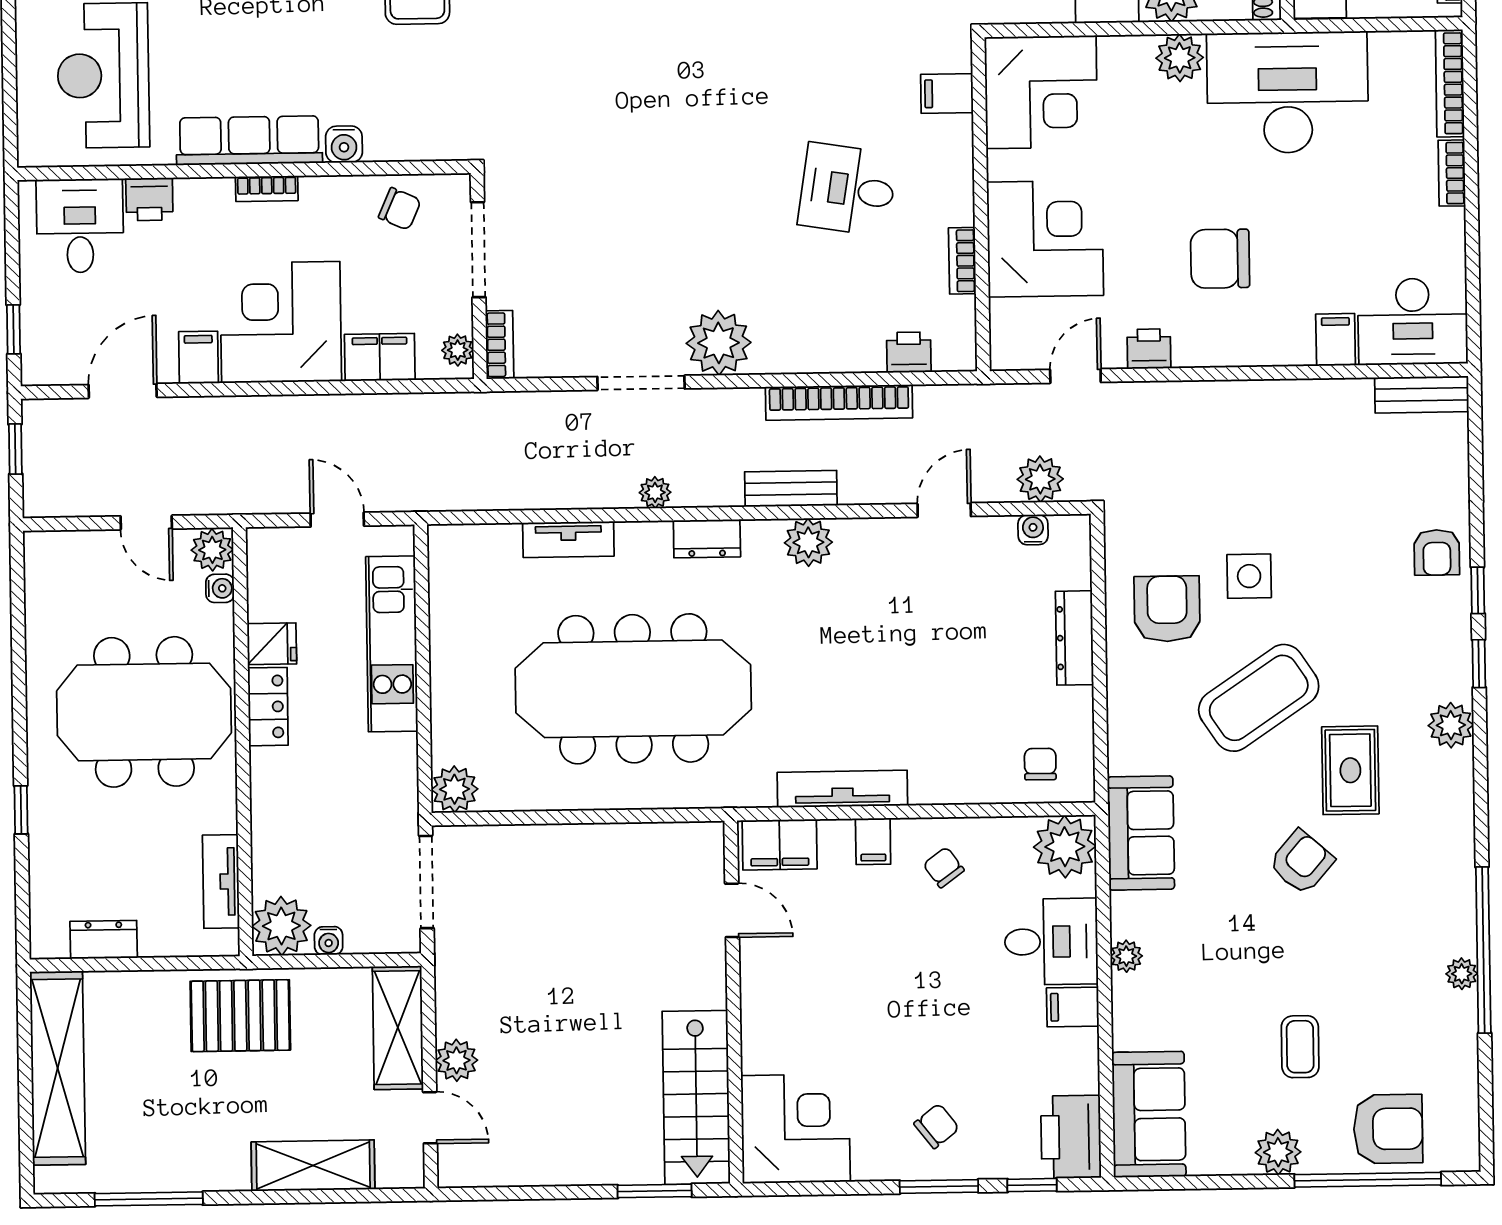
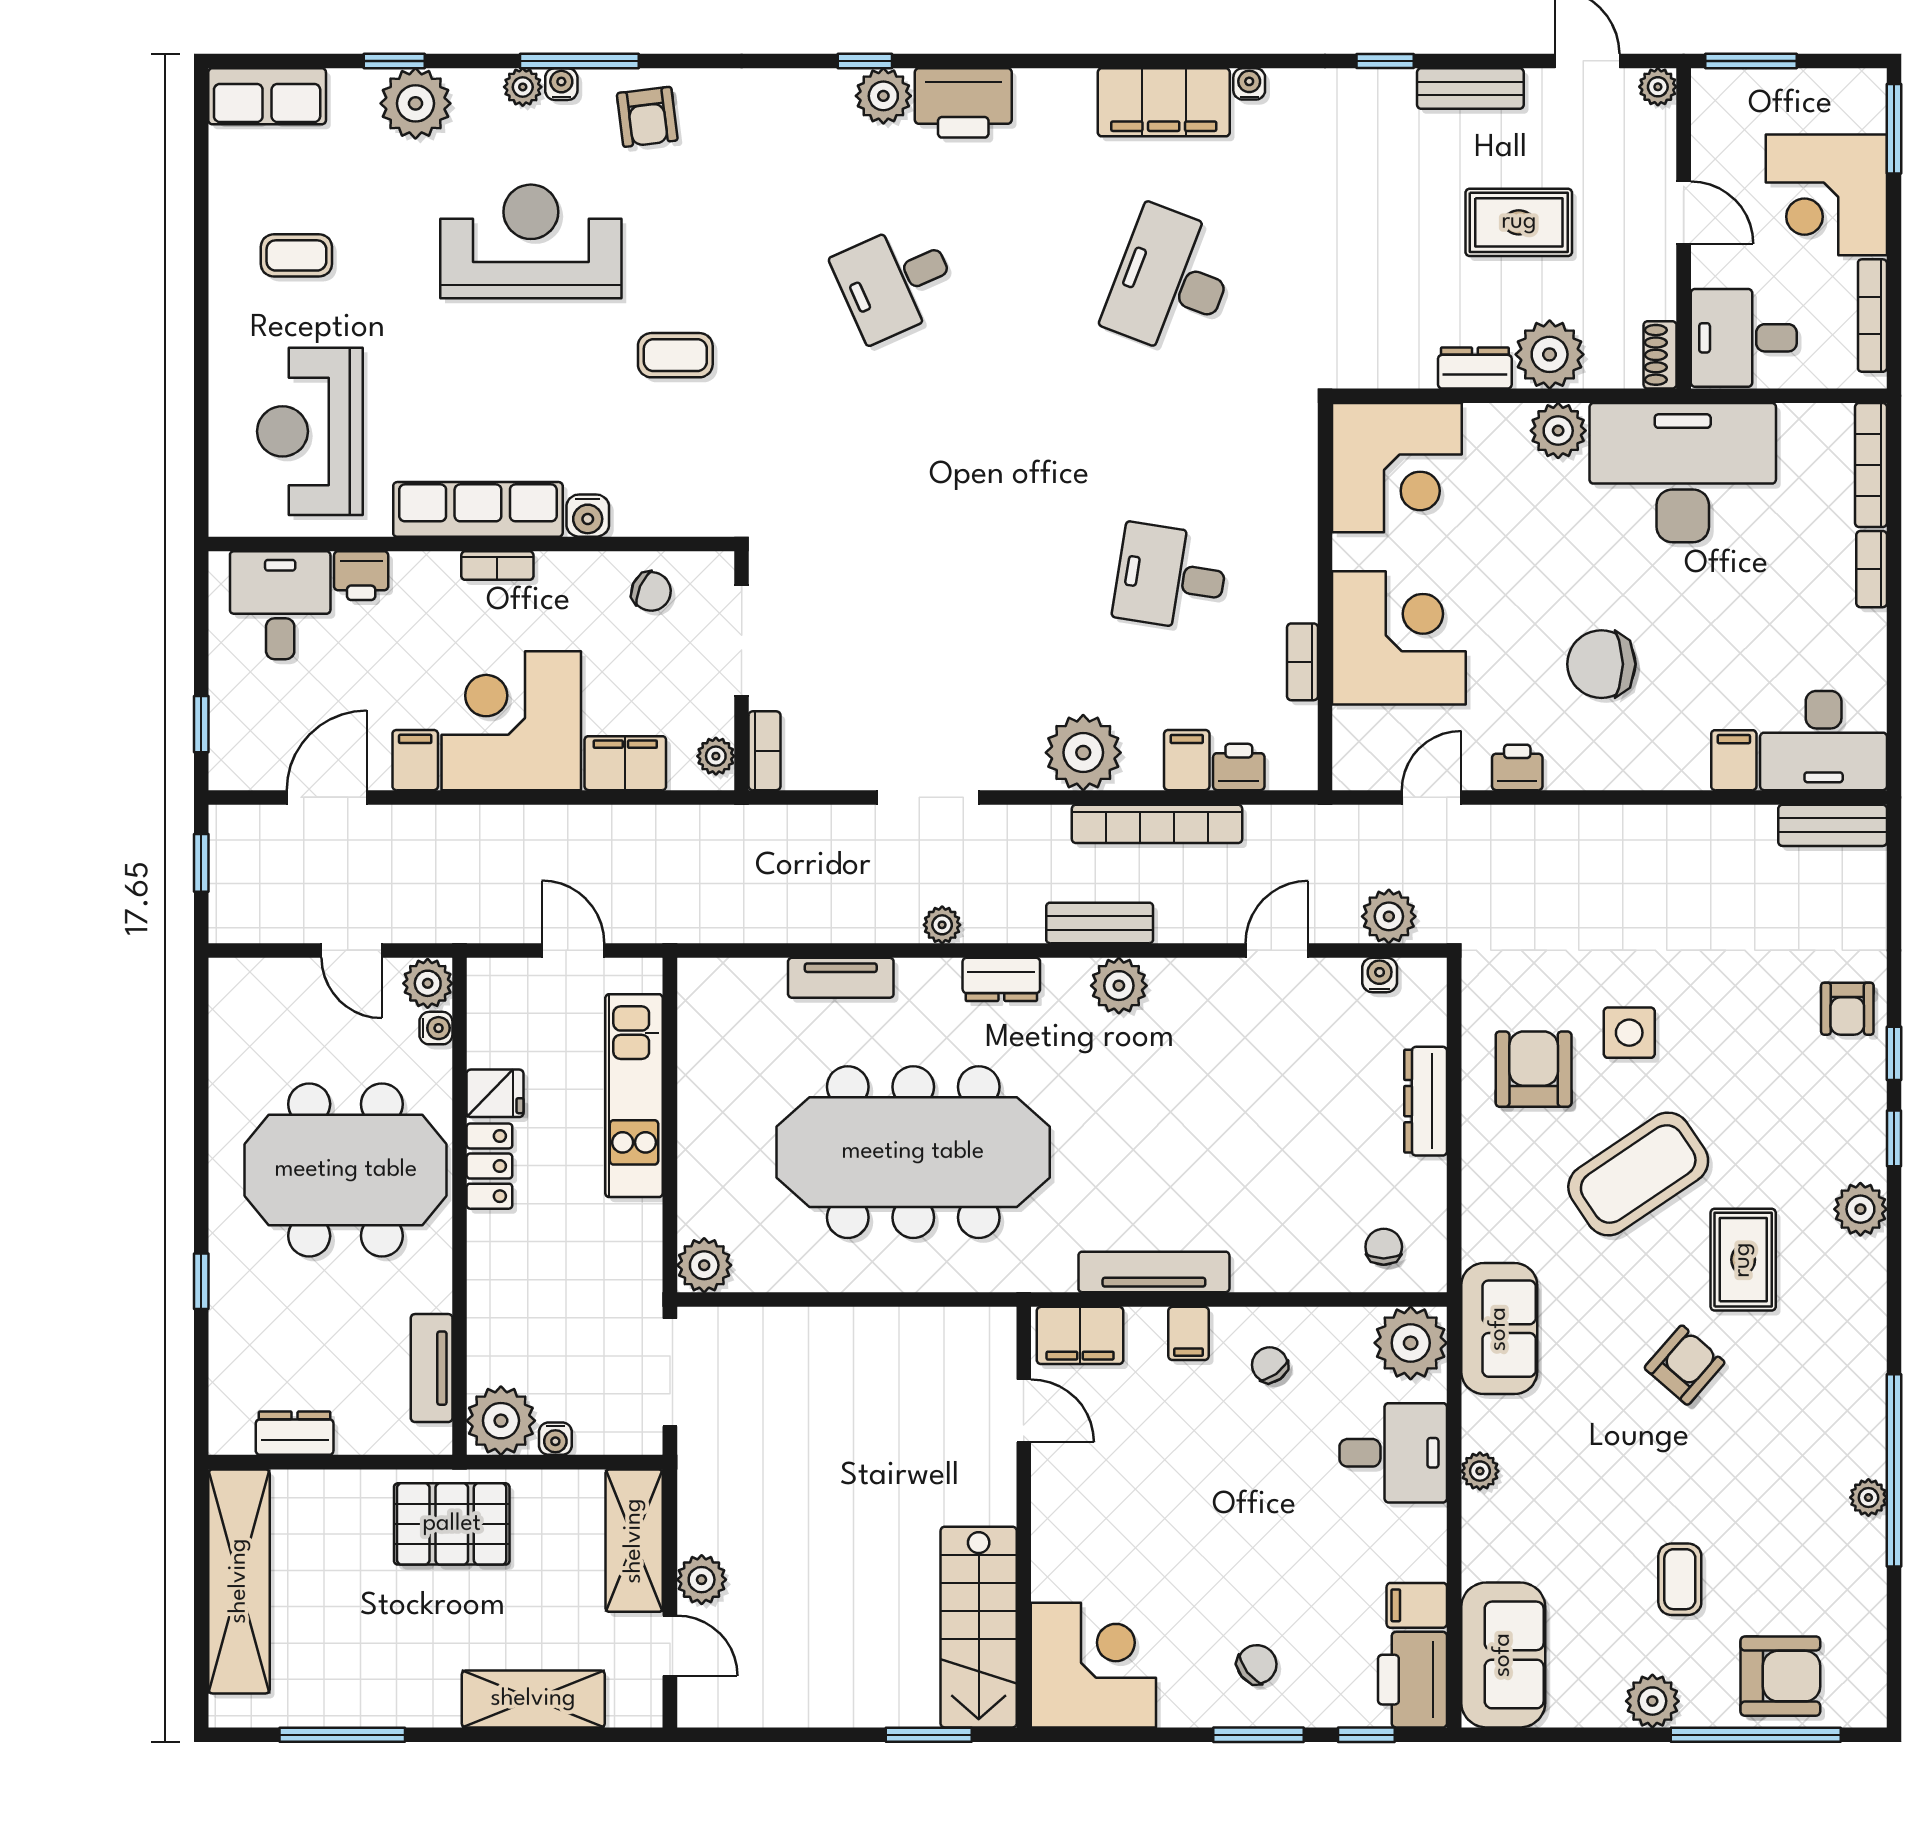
filing cabinet: (947, 94) -> (1187, 760), moved, turned 90
plant: (719, 343) -> (1083, 753), moved
filing cabinet: (1073, 1007) -> (1417, 1605), moved

